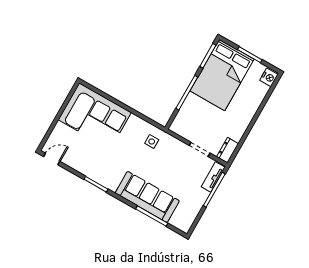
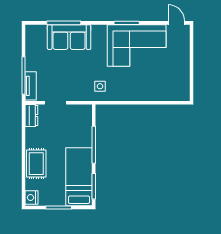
bed: (222, 75) -> (79, 177), width x0.67
rug: (247, 105) -> (36, 164), added
corner sofa: (95, 116) -> (137, 45), moved, turned 180
door: (52, 159) -> (176, 23), swing flipped
sofa: (147, 197) -> (69, 37), width x0.73

